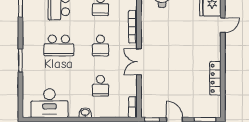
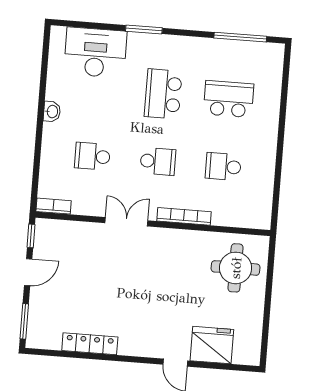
school desk: (100, 45) -> (158, 161), turned 180
desk: (49, 103) -> (95, 52), moved, turned 90
washbasin: (85, 113) -> (52, 112), moved

